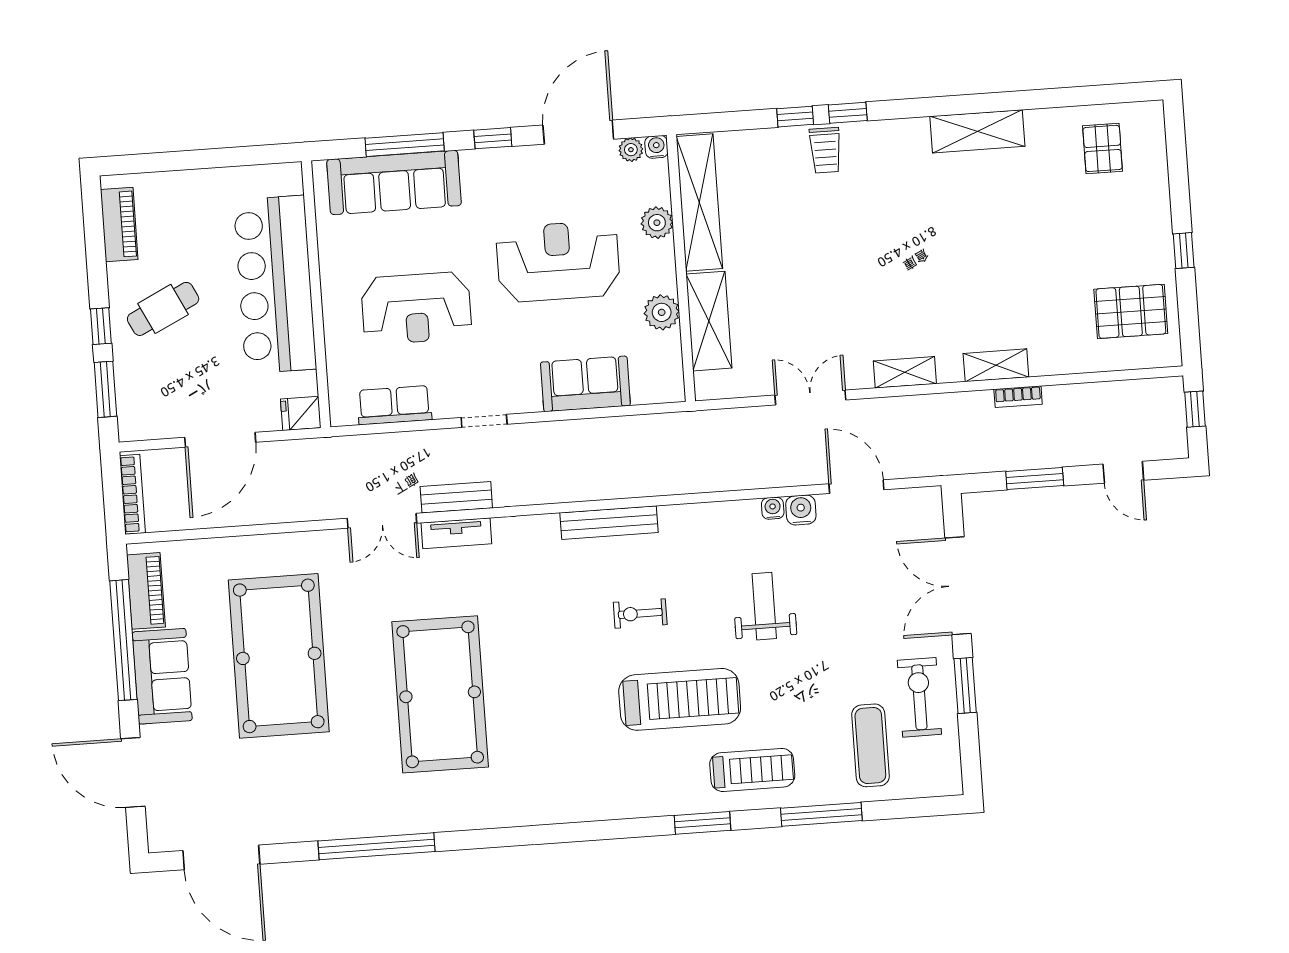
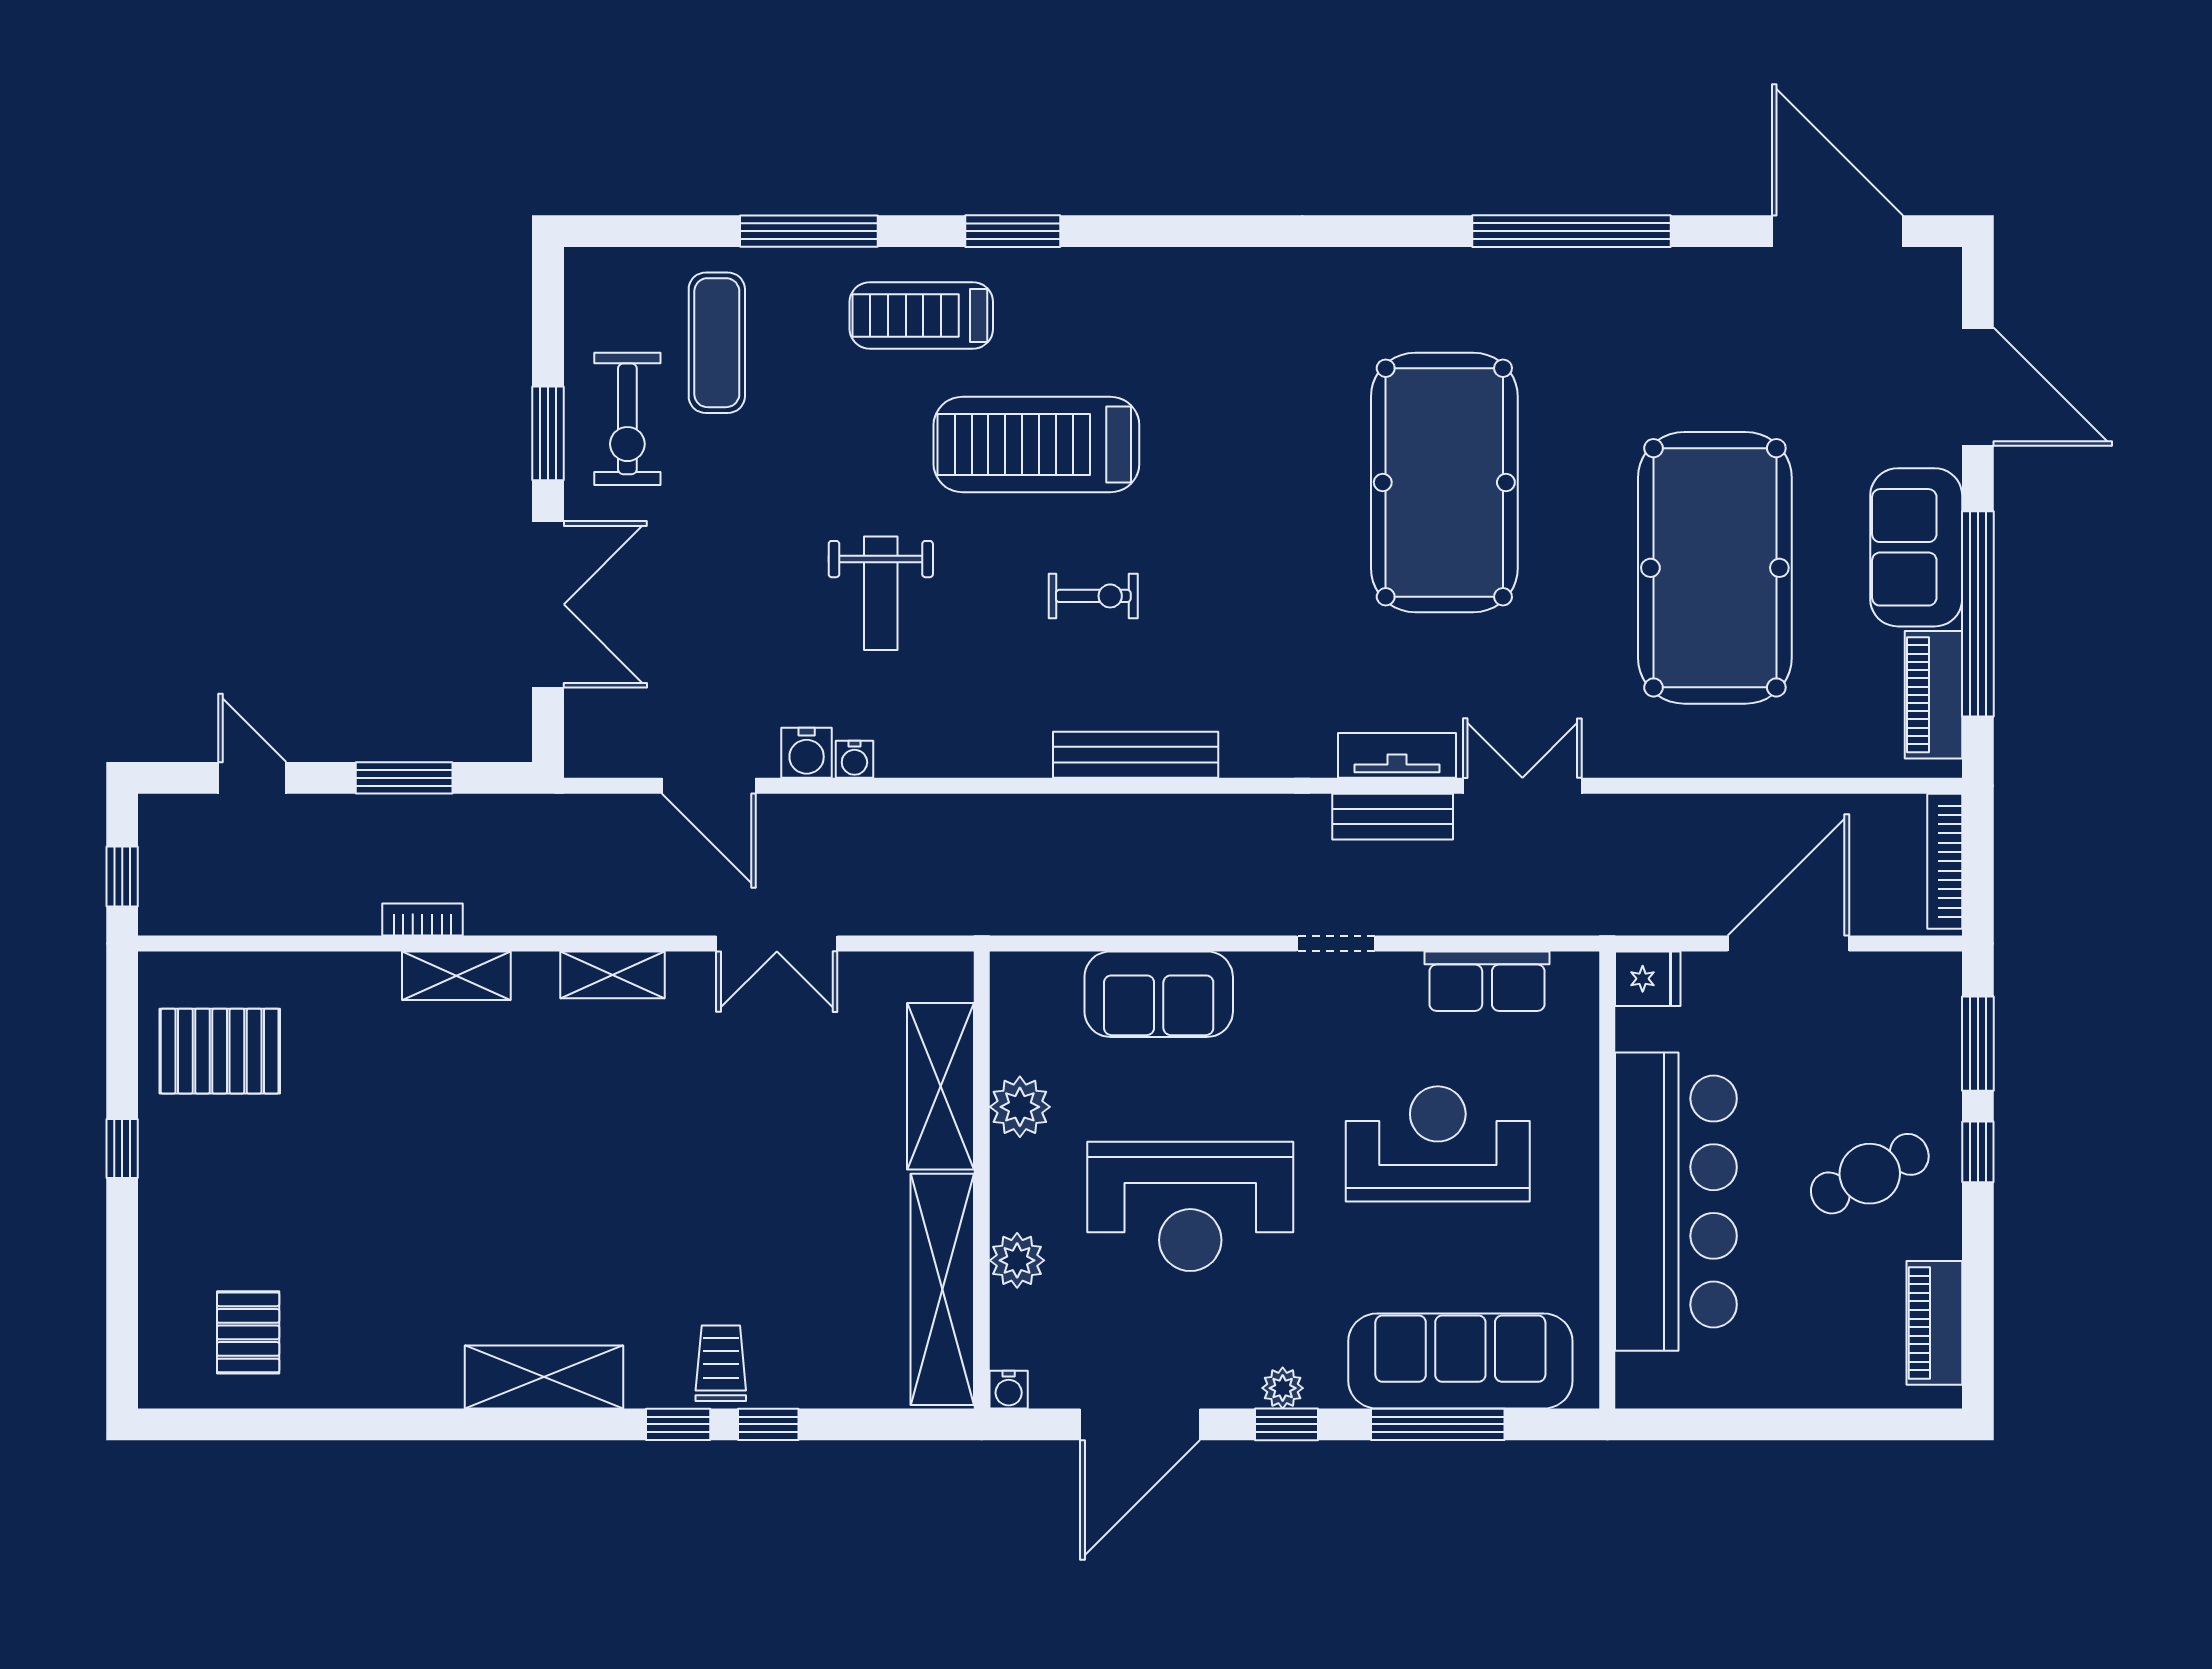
shelving: (977, 131) -> (544, 1377), moved
plant: (631, 150) -> (1283, 1388), moved

